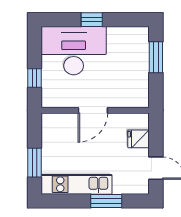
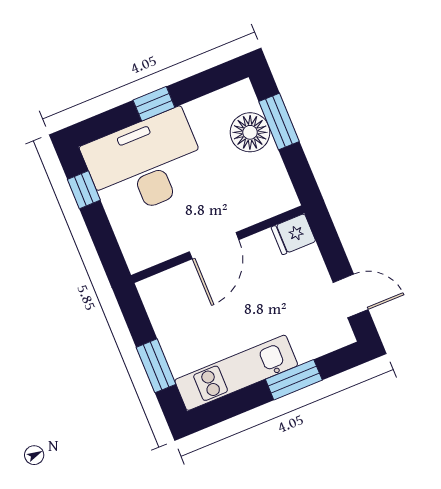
floor lamp: (138, 57) -> (250, 132), added
window: (34, 78) -> (84, 190), moved
fridge: (139, 139) -> (293, 234), moved

